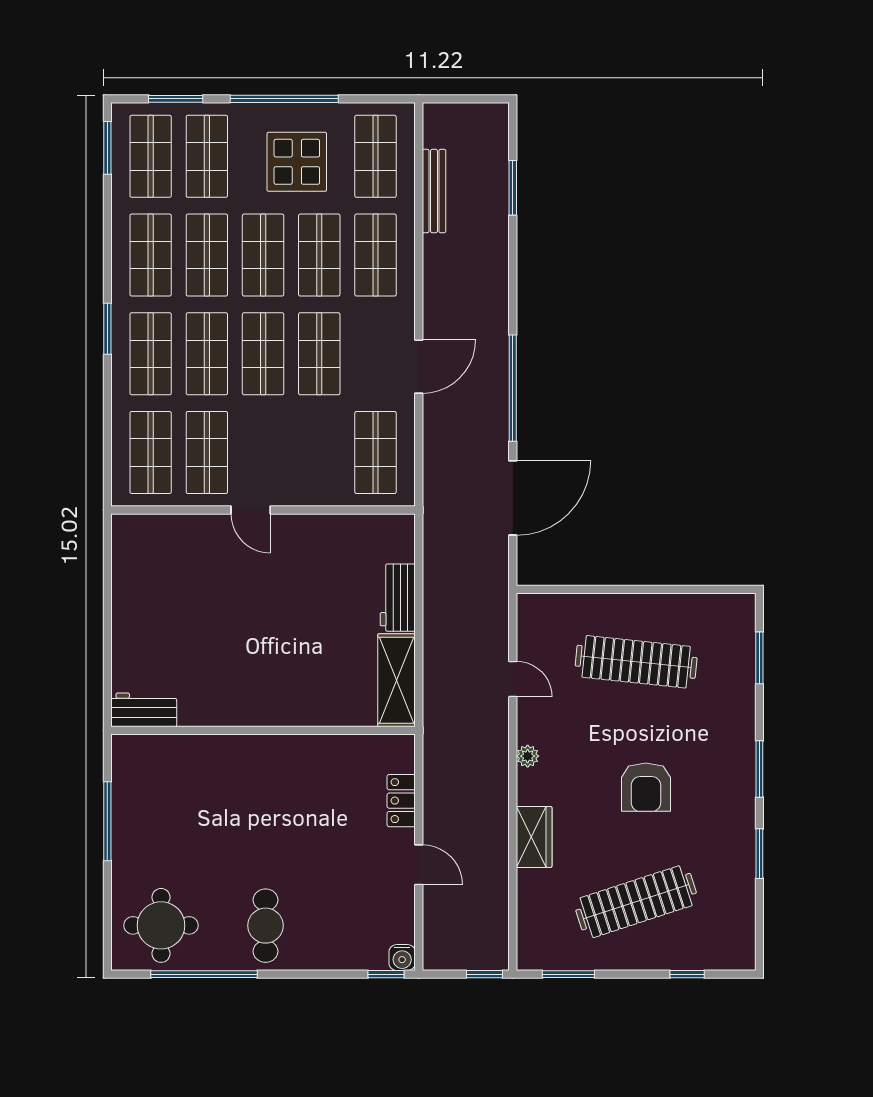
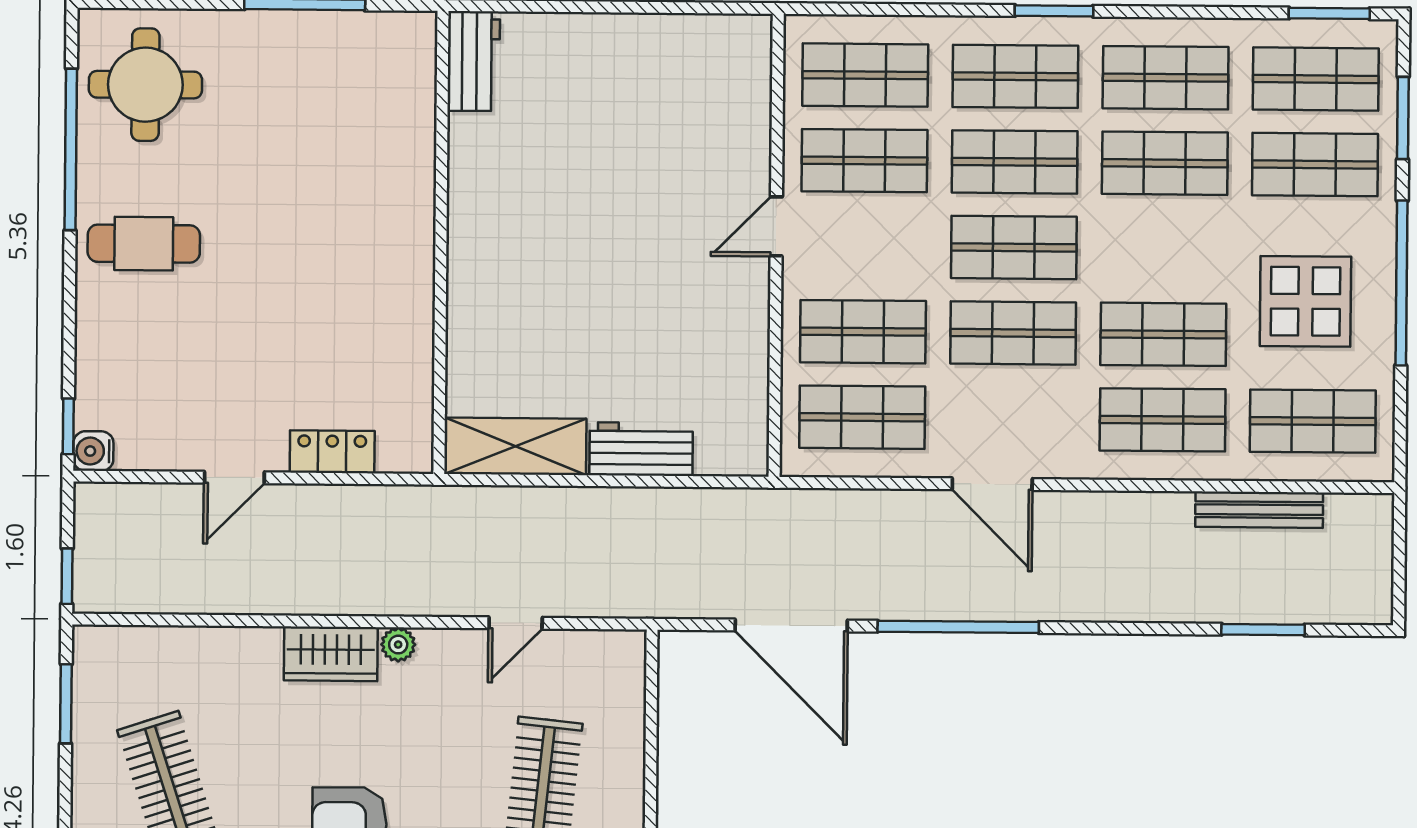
shop shelf: (263, 255) -> (863, 332), moved
wardrobe: (534, 837) -> (331, 654), moved

